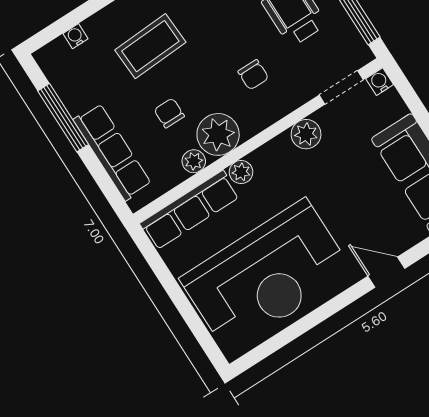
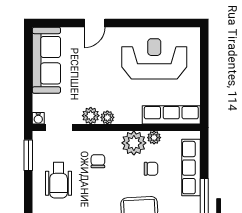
chair: (169, 113) -> (151, 169), turned -90
plant: (241, 172) -> (107, 117), moved
door: (386, 272) -> (95, 23), hinge flipped
reception desk: (266, 276) -> (154, 59), width x0.74, depth x0.77

